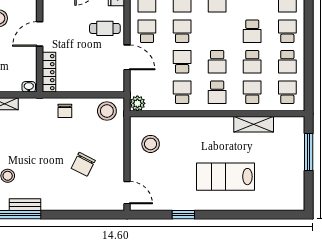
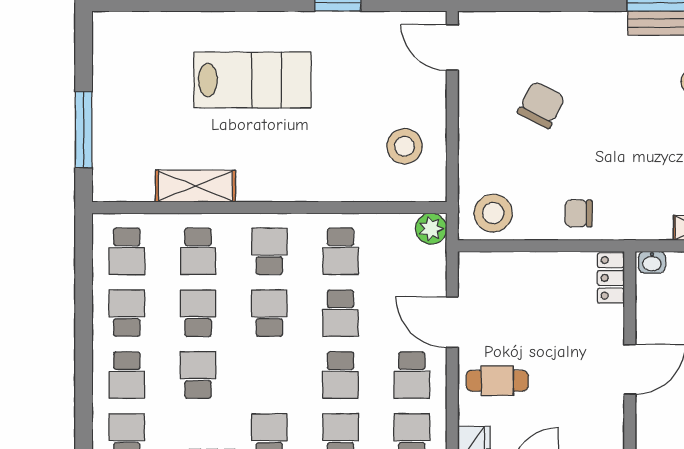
locker: (49, 72) -> (611, 278), width x0.66
chair: (65, 111) -> (578, 213), turned -90

